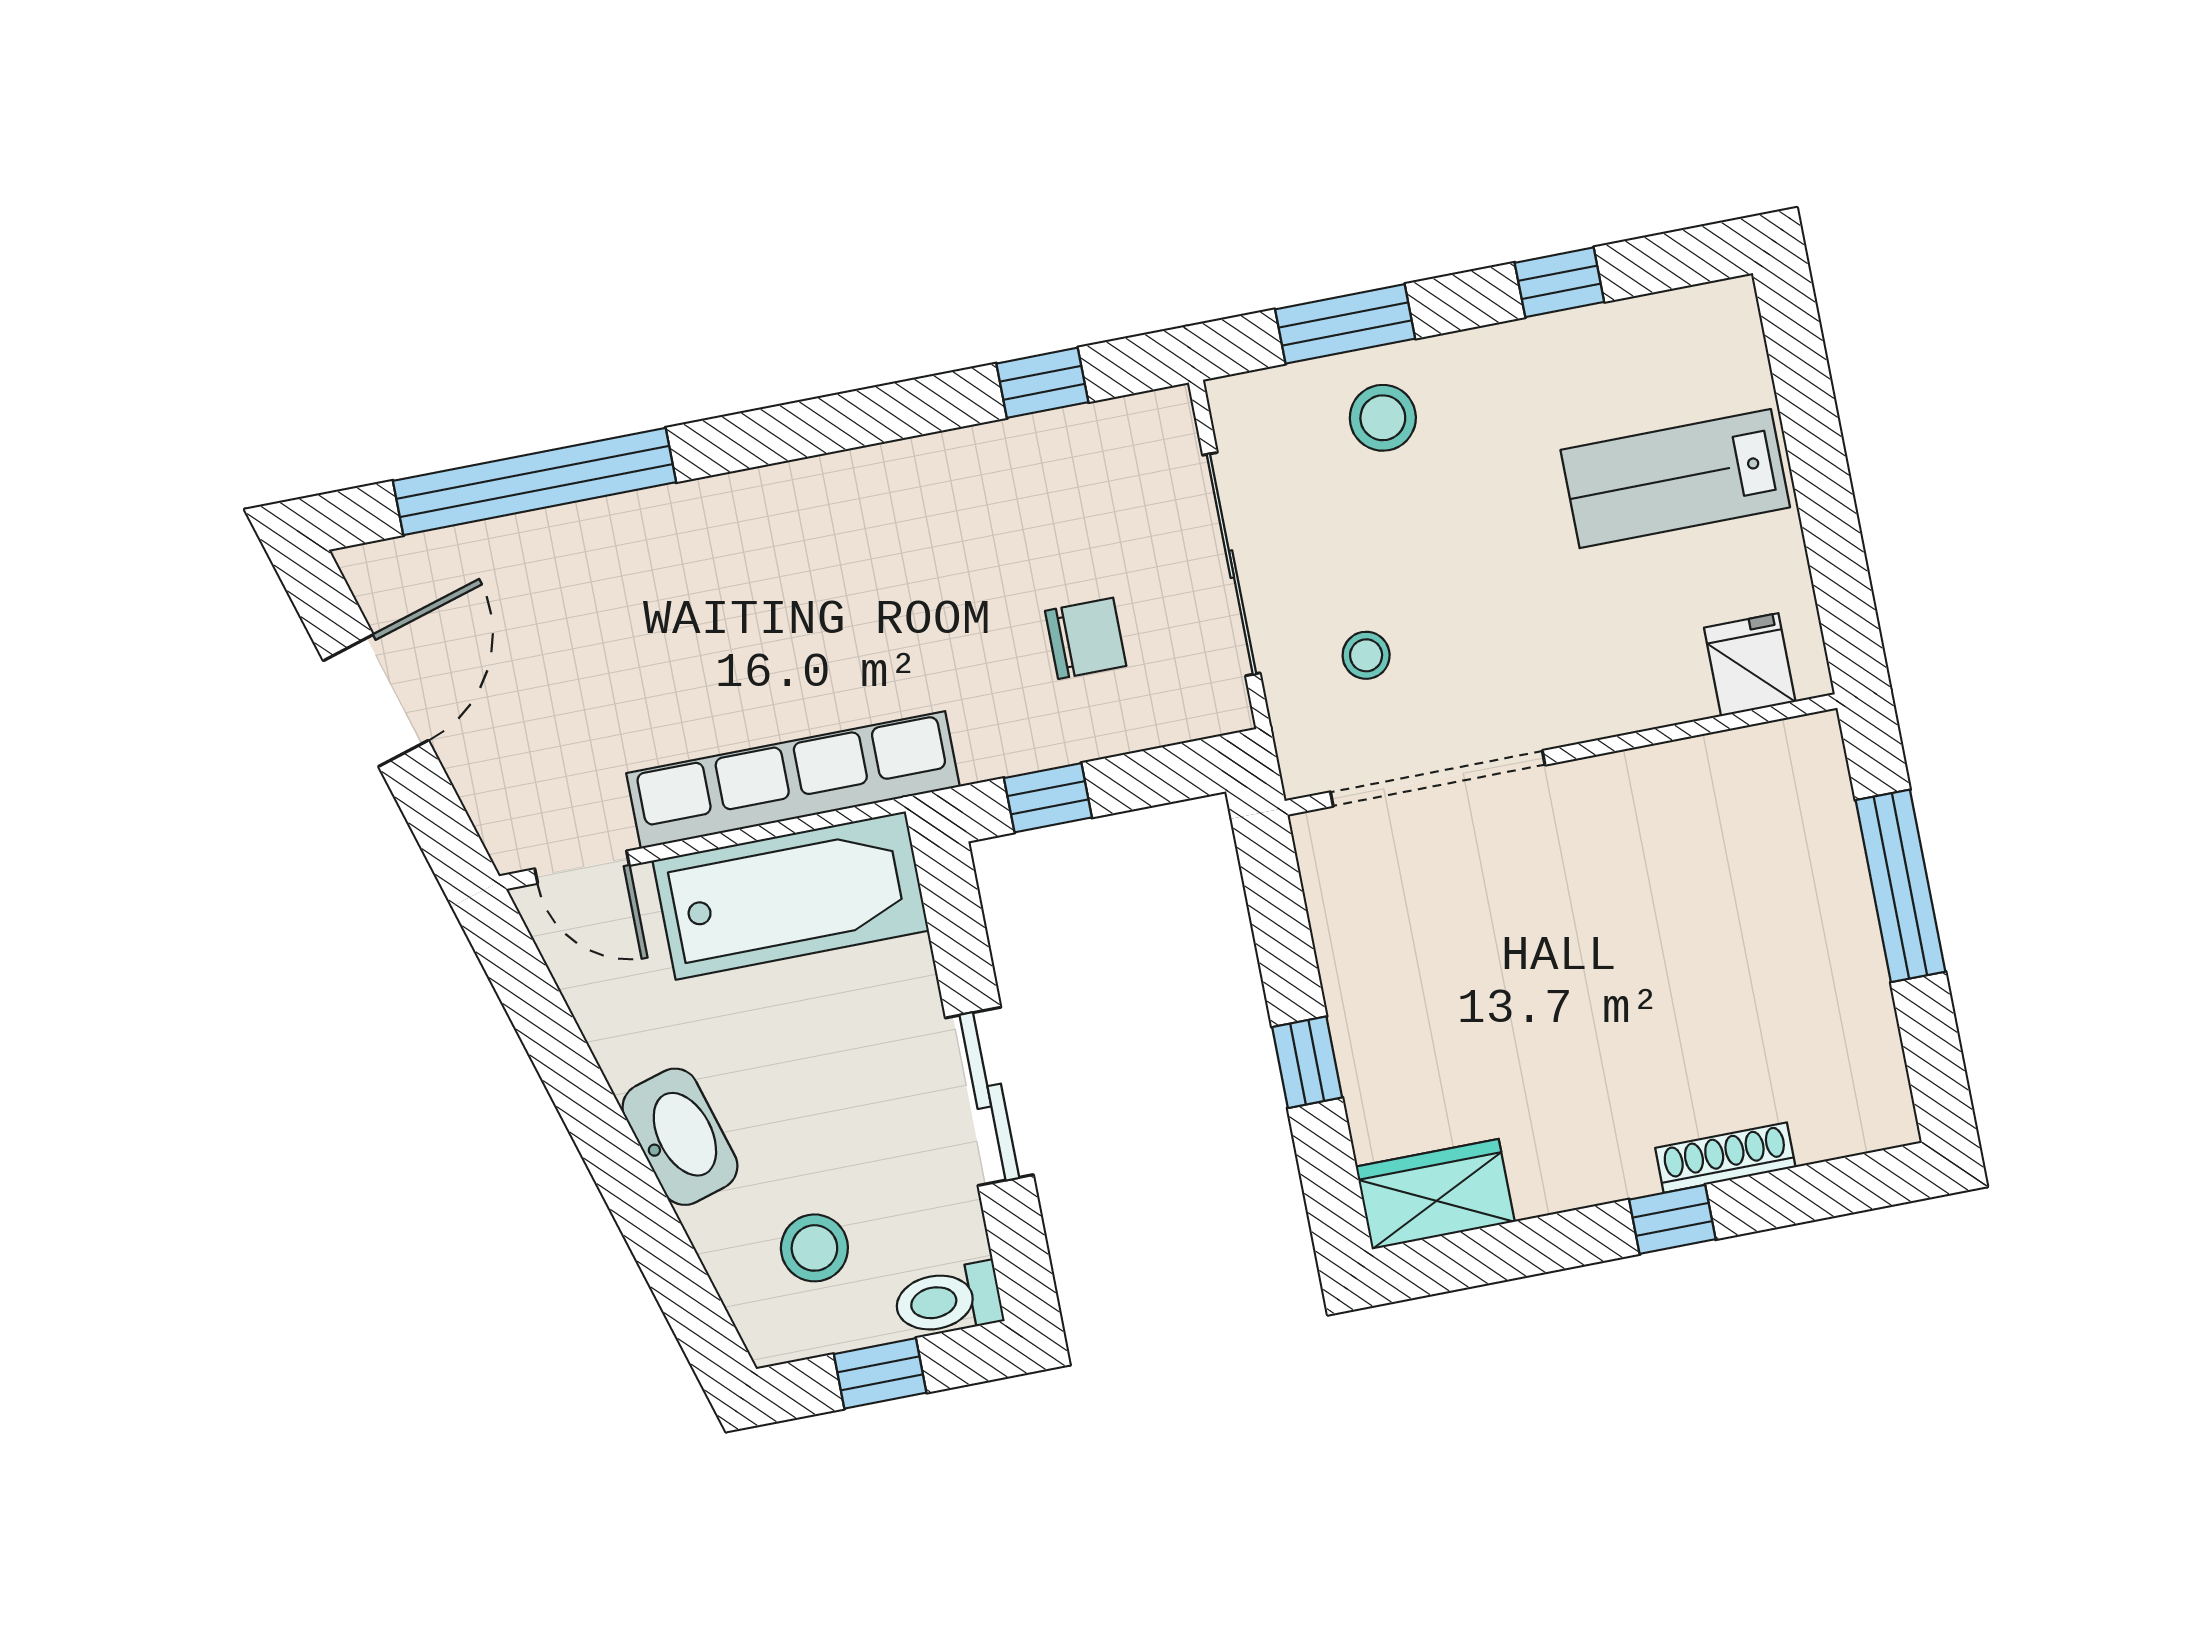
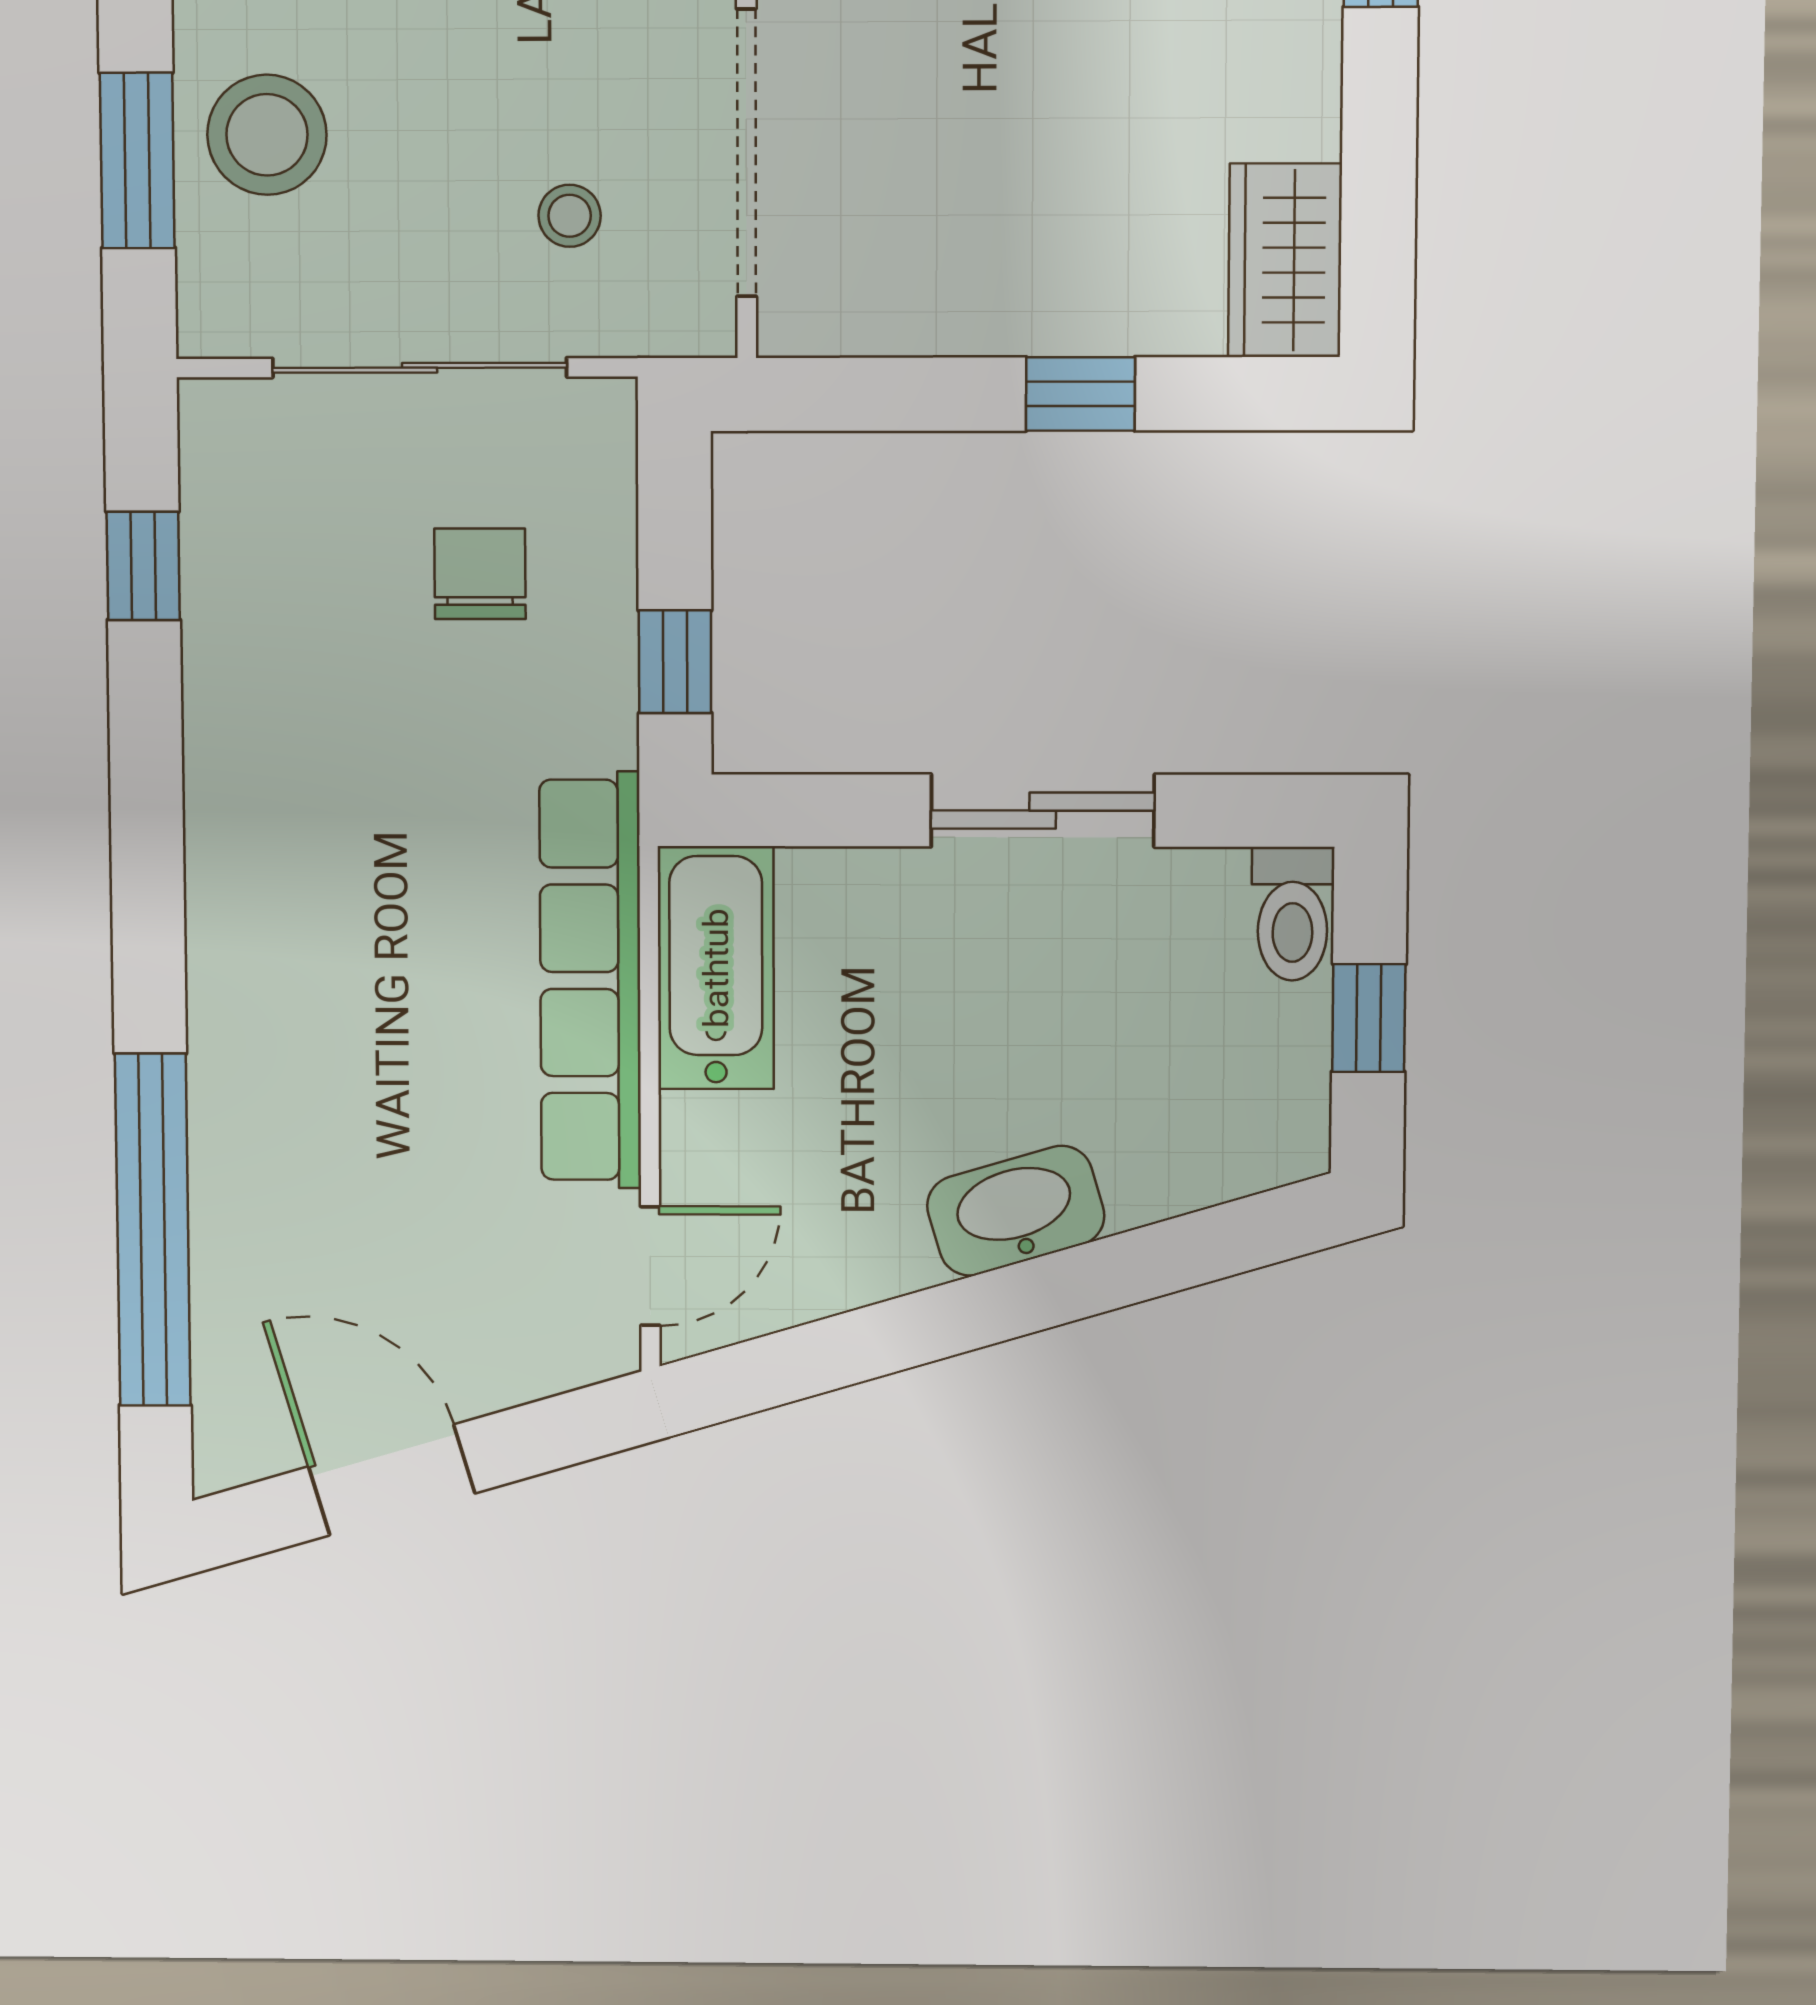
stool: (1383, 418) -> (267, 135), width x1.38, depth x1.38
bathtub: (791, 896) -> (716, 968), width x0.73, depth x0.73
stool: (814, 1248) -> (1191, 1070), removed

